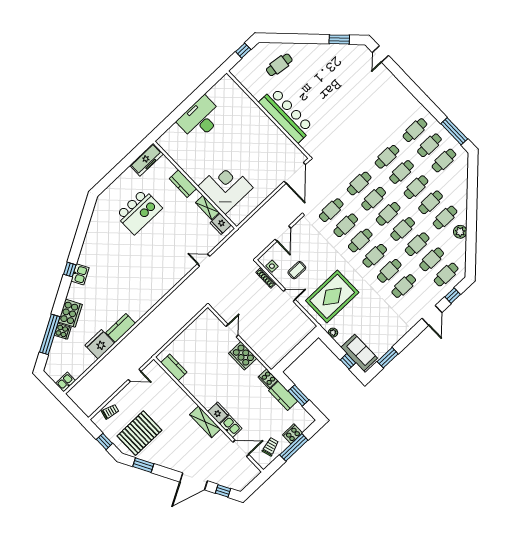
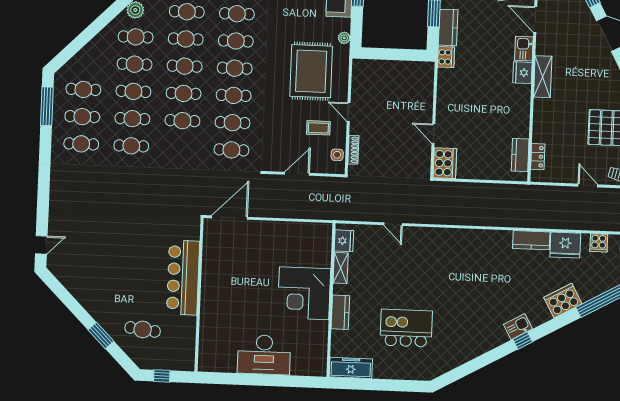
window: (339, 39) -> (101, 335), moved
cafe table: (359, 183) -> (181, 148), removed
corner desk: (226, 187) -> (304, 293), moved
rug: (332, 296) -> (311, 71), turned 90
cooker: (63, 331) -> (599, 243), moved, turned -151
door: (232, 331) -> (433, 134), hinge flipped
cooker: (243, 356) -> (445, 163), moved
door: (135, 375) -> (588, 185), moved
locker: (164, 376) -> (538, 157), added

